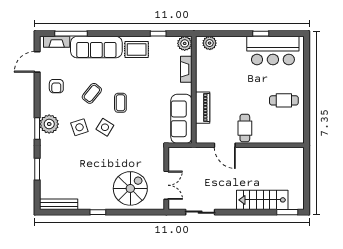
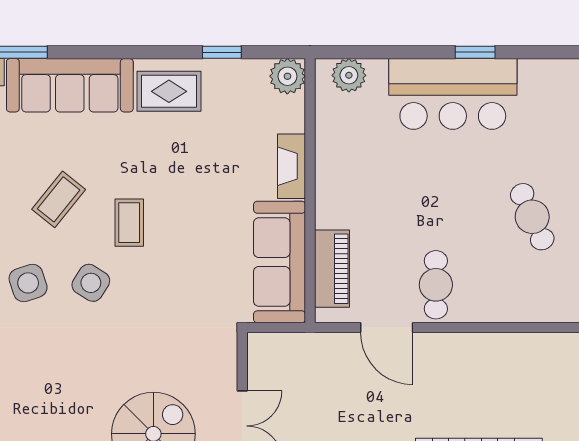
bar counter: (273, 51) -> (453, 94), moved
fireplace: (186, 69) -> (292, 166), moved
cafe table: (284, 100) -> (532, 217), turned 66
piano: (203, 108) -> (332, 269), moved

